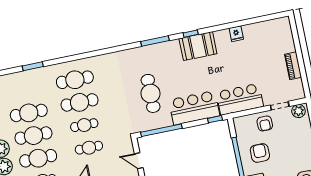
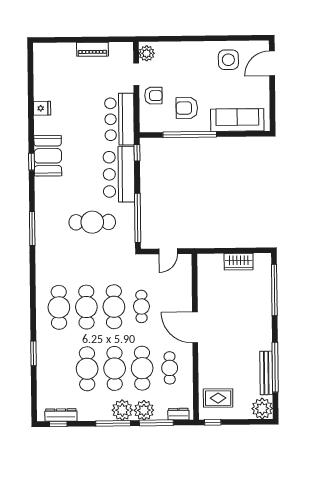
window: (155, 41) -> (32, 229), moved
cafe table: (84, 125) -> (114, 307), width x1.37, depth x1.35

